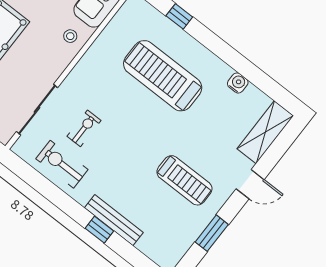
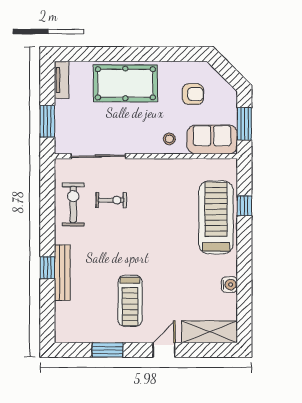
treadmill: (163, 76) -> (216, 217), moved
door: (250, 184) -> (164, 350), swing flipped

